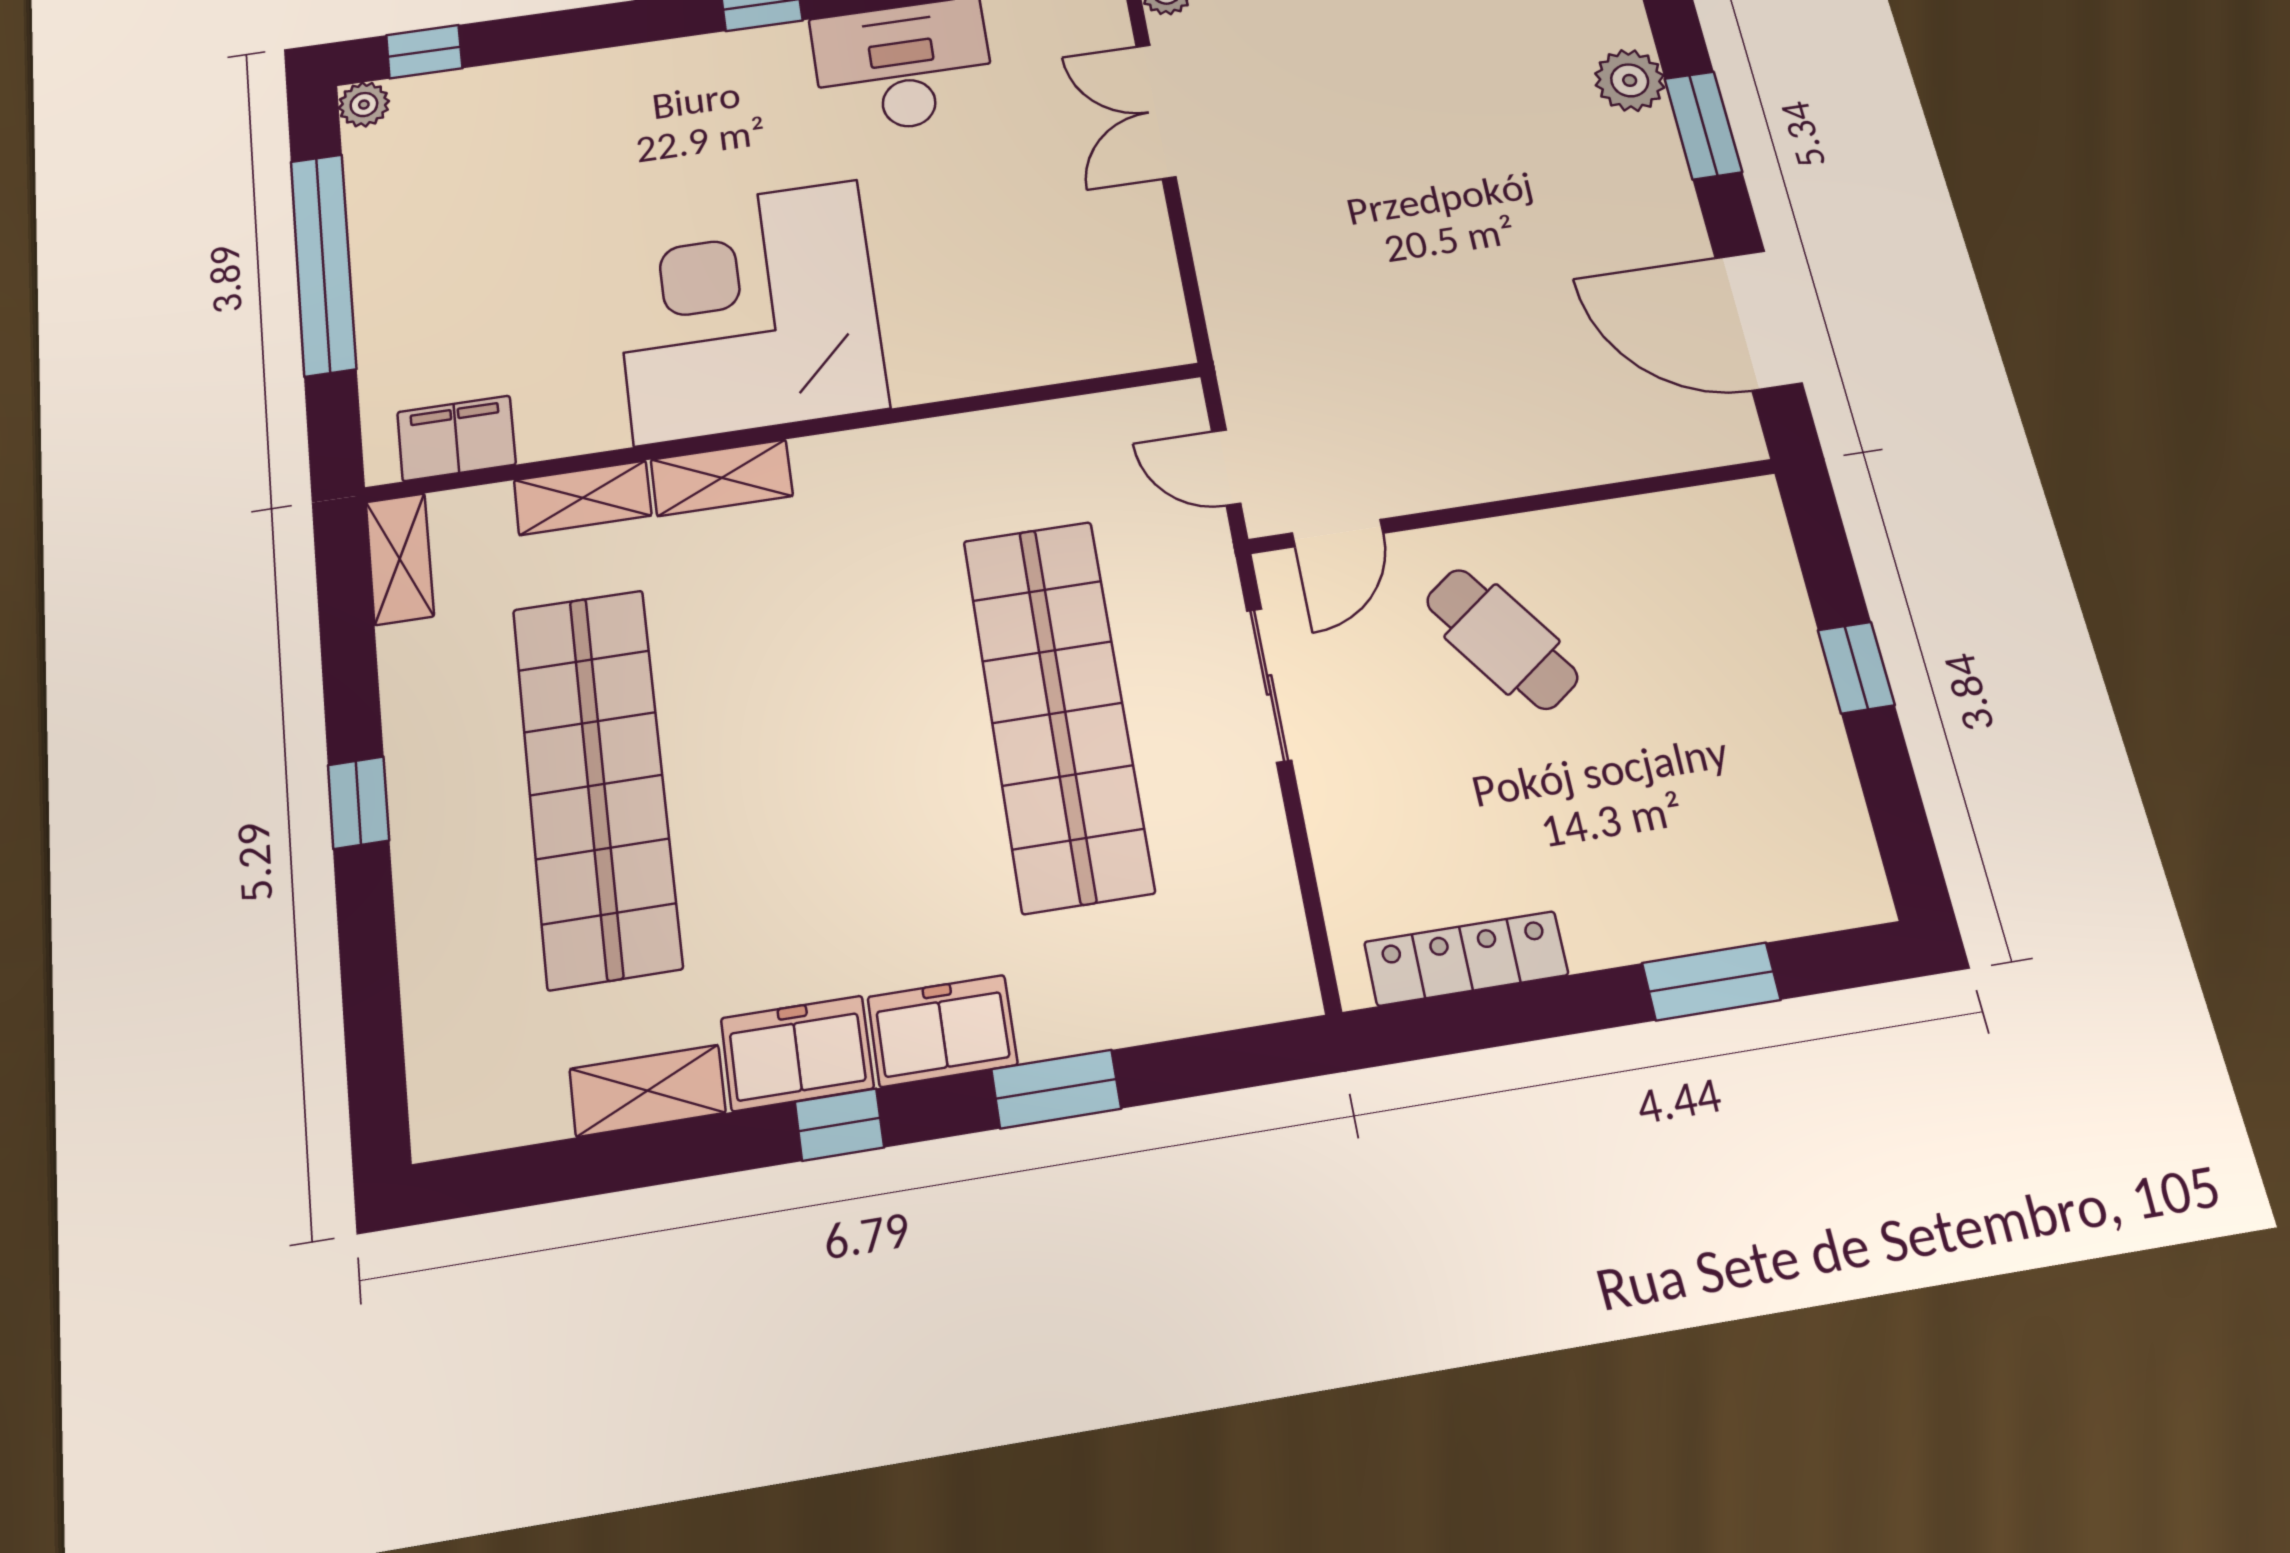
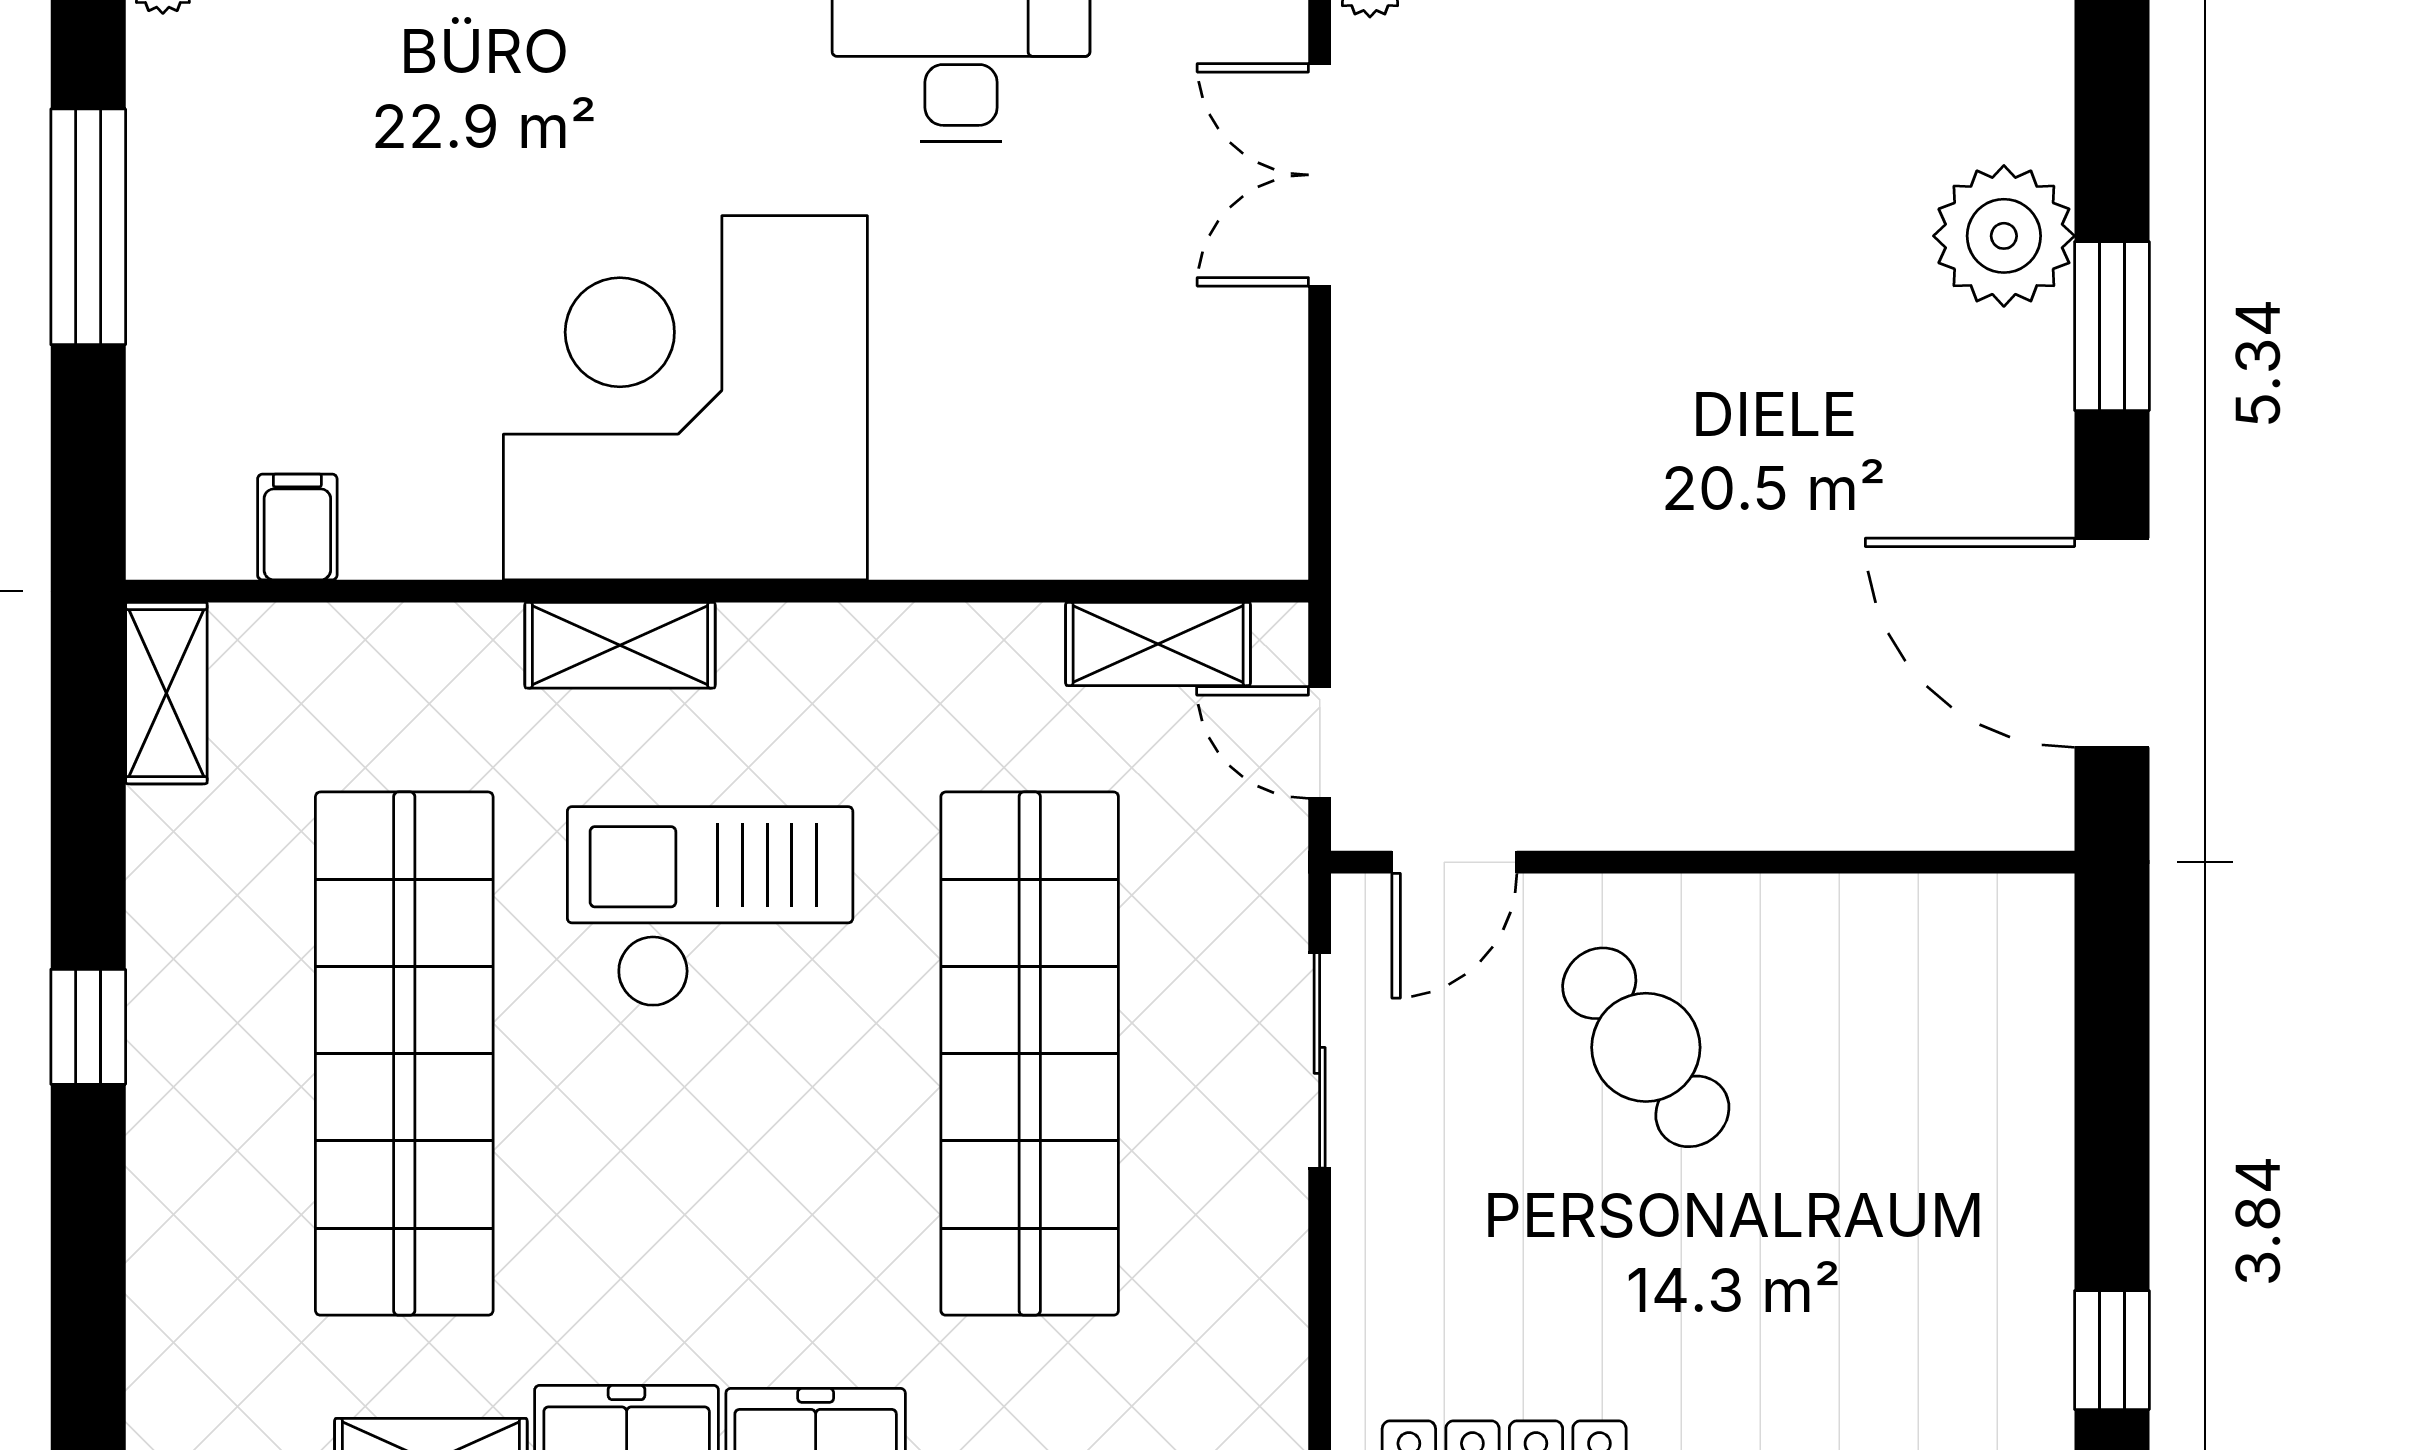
plant: (1630, 80) -> (2004, 236), width x1.36, depth x1.36
window: (323, 264) -> (88, 227), width x0.68
filing cabinet: (456, 438) -> (297, 527), width x0.50
shelving: (583, 498) -> (1158, 644), moved
checkout: (809, 646) -> (710, 907), added
window: (1856, 668) -> (2112, 1350), moved

